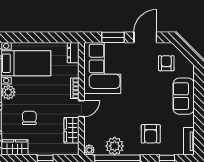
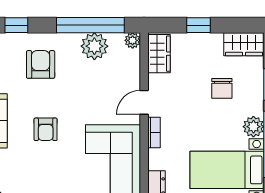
armchair: (166, 63) -> (46, 129), moved
wardrobe: (71, 130) -> (159, 54), moved

